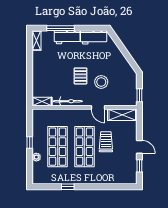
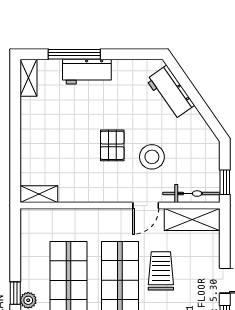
workbench: (94, 37) -> (170, 92), moved, turned 55
bicycle: (68, 101) -> (191, 194), moved
door: (98, 107) -> (146, 205), hinge flipped
window: (30, 142) -> (15, 293), moved

